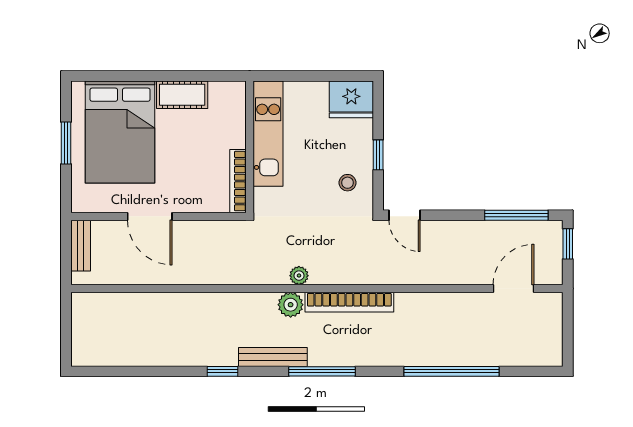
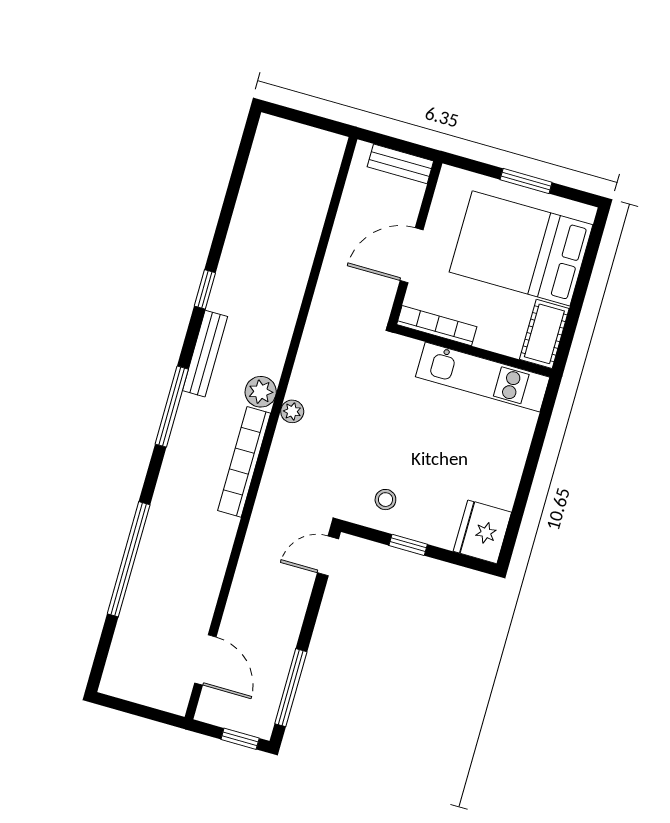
kitchen unit: (268, 134) -> (483, 377), moved
wall: (250, 147) -> (473, 351), moved
bookcase: (238, 181) -> (437, 326), moved

